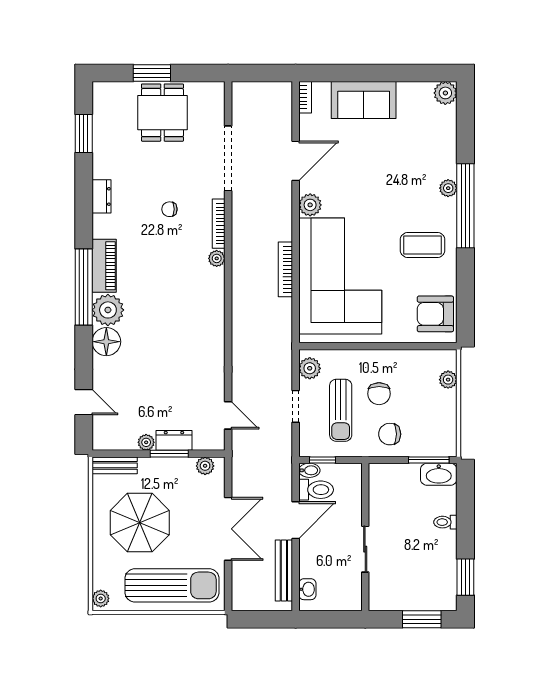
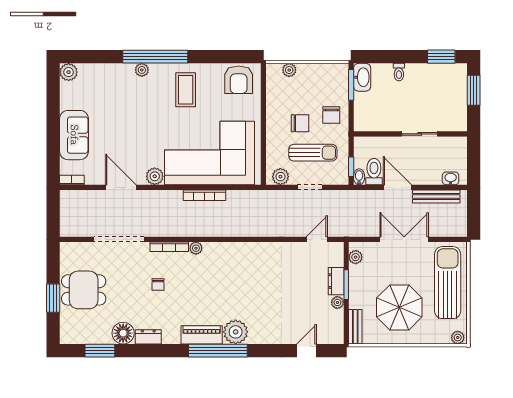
floor lamp: (106, 342) -> (123, 333), moved

